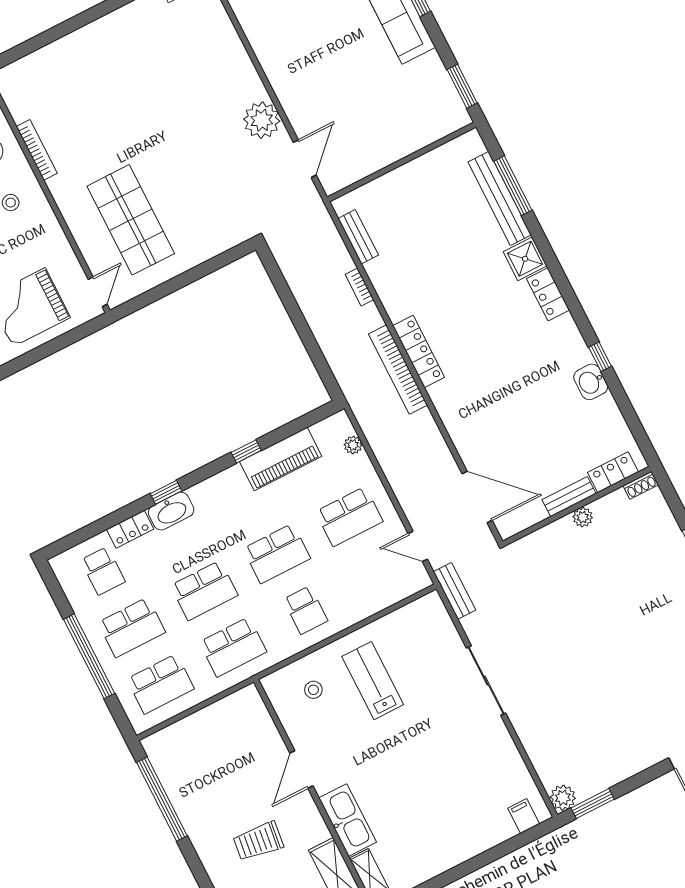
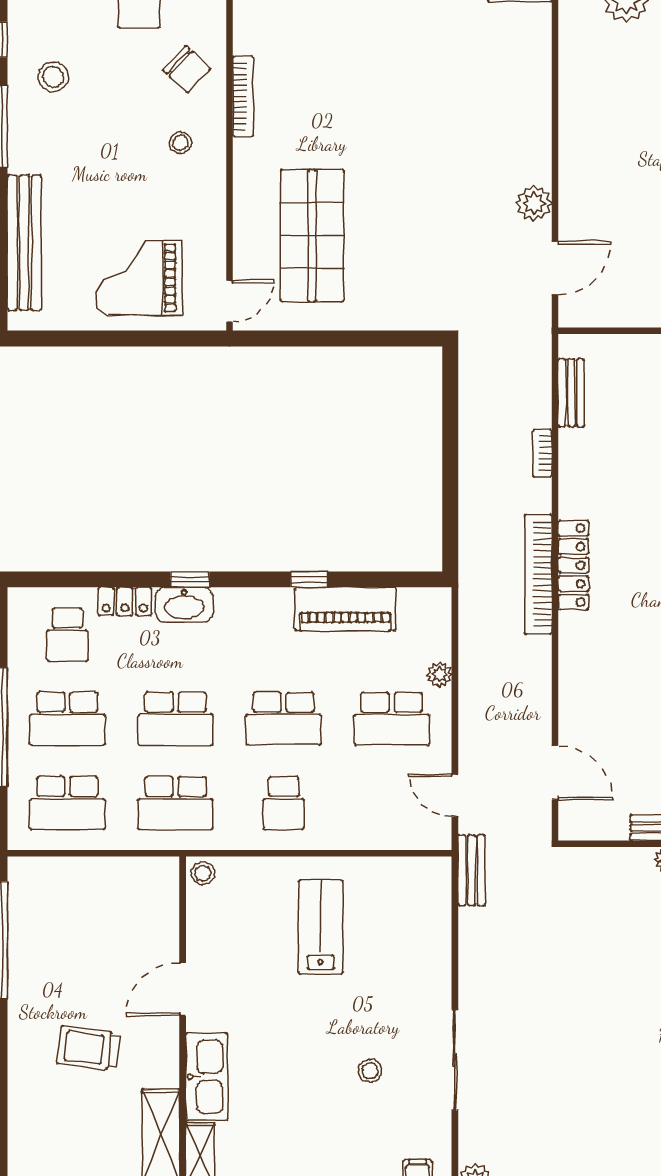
plant: (262, 120) -> (534, 203), width x0.73, depth x0.73
plant: (353, 445) -> (439, 675), moved
door: (477, 497) -> (555, 773), width x0.73
sliding door: (486, 681) -> (455, 1060), moved
stool: (313, 690) -> (203, 873), moved
stool: (455, 760) -> (370, 1071), added

